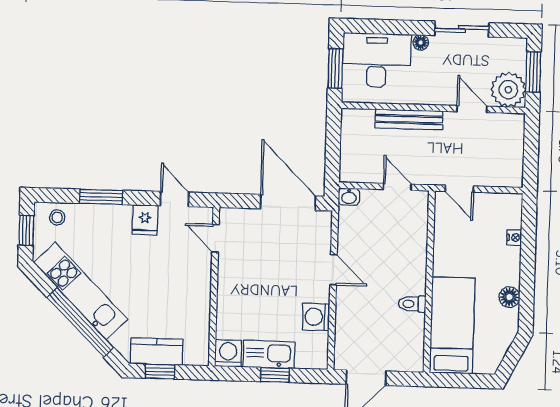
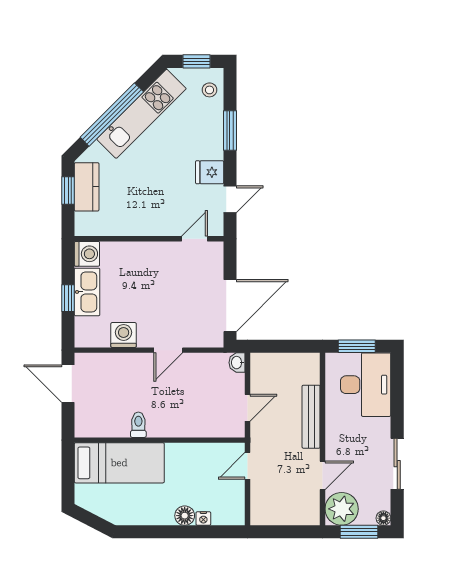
floor lamp: (421, 42) -> (383, 518), moved
floor lamp: (509, 297) -> (185, 516), moved

